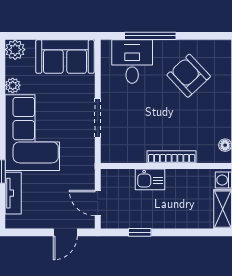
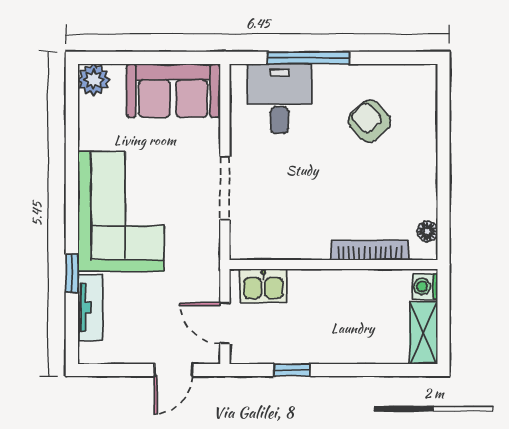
armchair: (189, 76) -> (369, 121), width x0.72, depth x0.72
plant: (13, 85) -> (90, 137), removed
bookcase: (172, 157) -> (370, 250), moved
kitchen sink: (150, 179) -> (263, 286), moved

